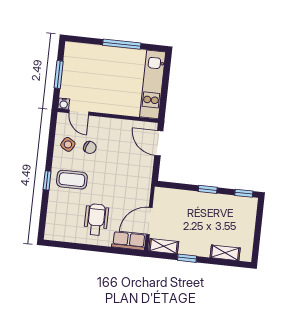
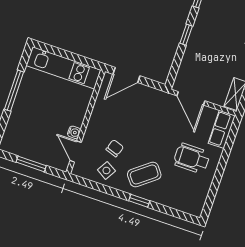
water cooler: (64, 104) -> (74, 132), moved
door: (79, 112) -> (76, 152), swing flipped
coffee table: (72, 180) -> (144, 174), turned 52
door: (149, 221) -> (191, 98), moved

